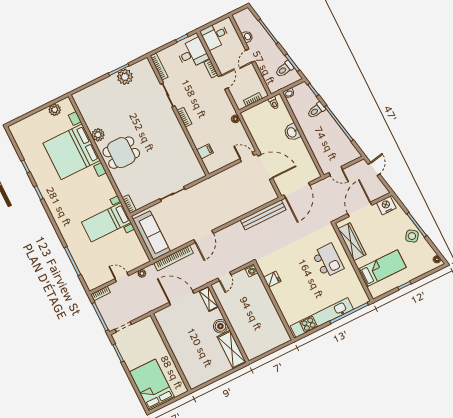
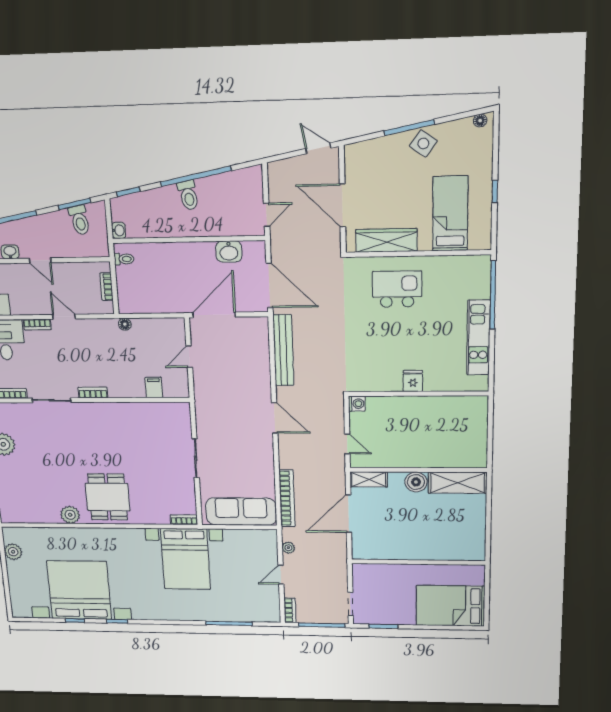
toilet: (316, 110) -> (188, 195), moved
washbasin: (292, 132) -> (229, 252), moved
bed with nightstands: (72, 152) -> (79, 590), moved, turned 180
door: (247, 157) -> (189, 357), moved
door: (374, 169) -> (318, 148), moved
nightstand: (386, 205) -> (356, 162), removed
bed with nightstands: (106, 222) -> (186, 559), width x1.36
door: (204, 237) -> (275, 418), moved
fridge: (272, 279) -> (413, 381), moved
kitchen unit: (322, 318) -> (478, 338), width x0.73

